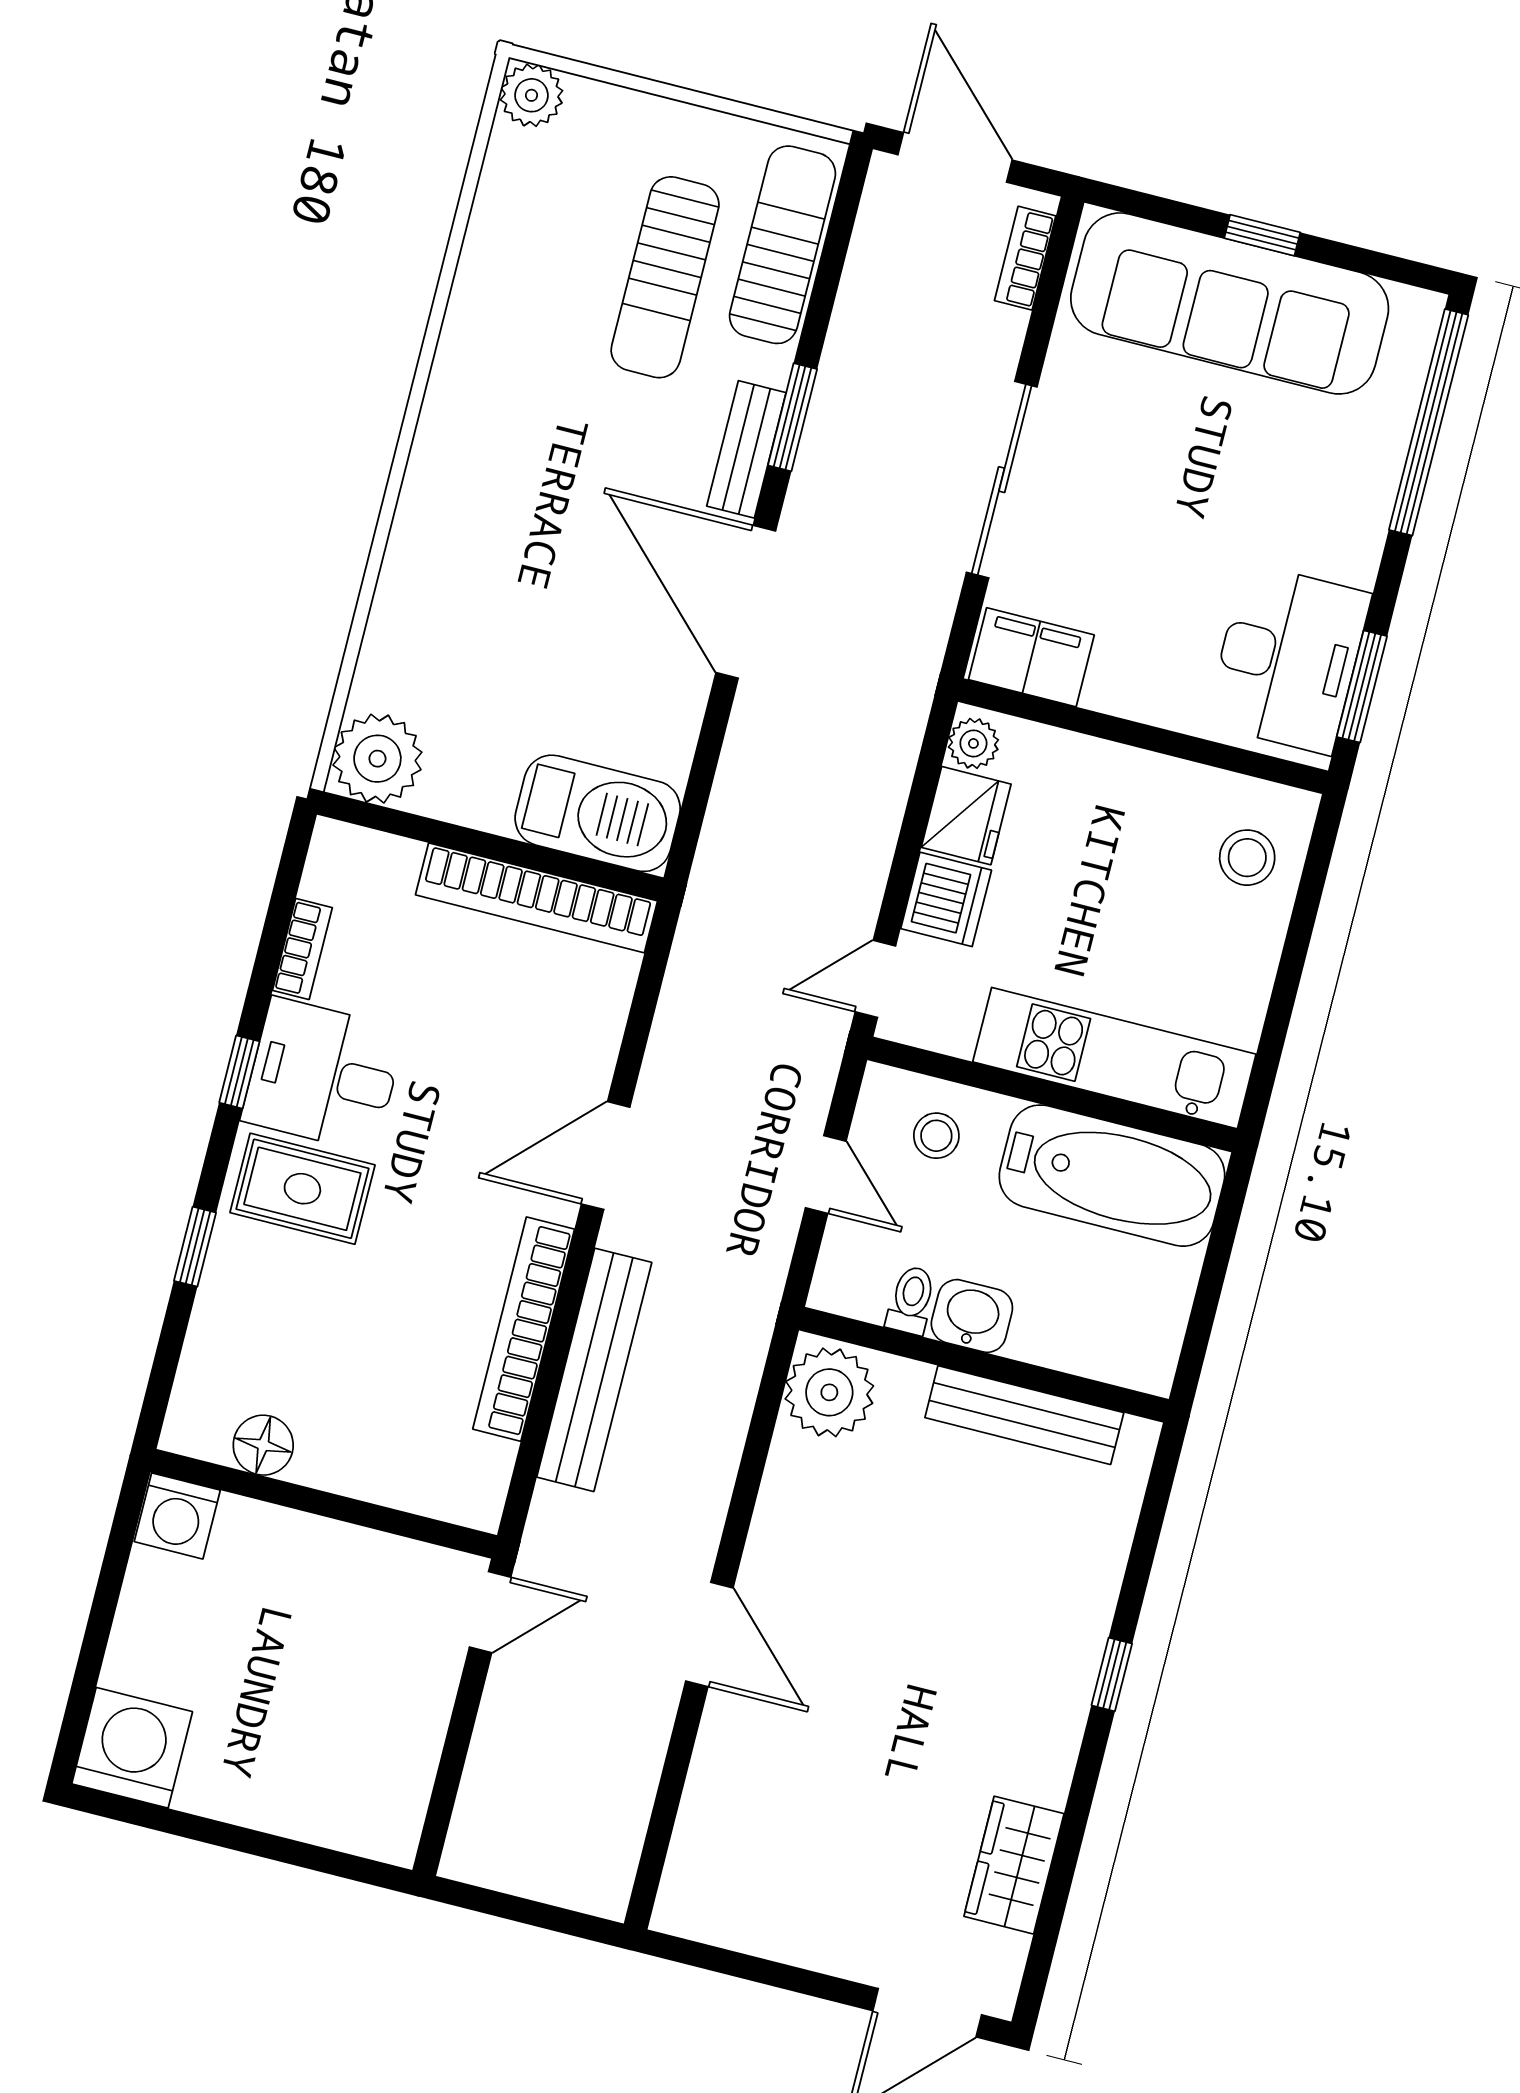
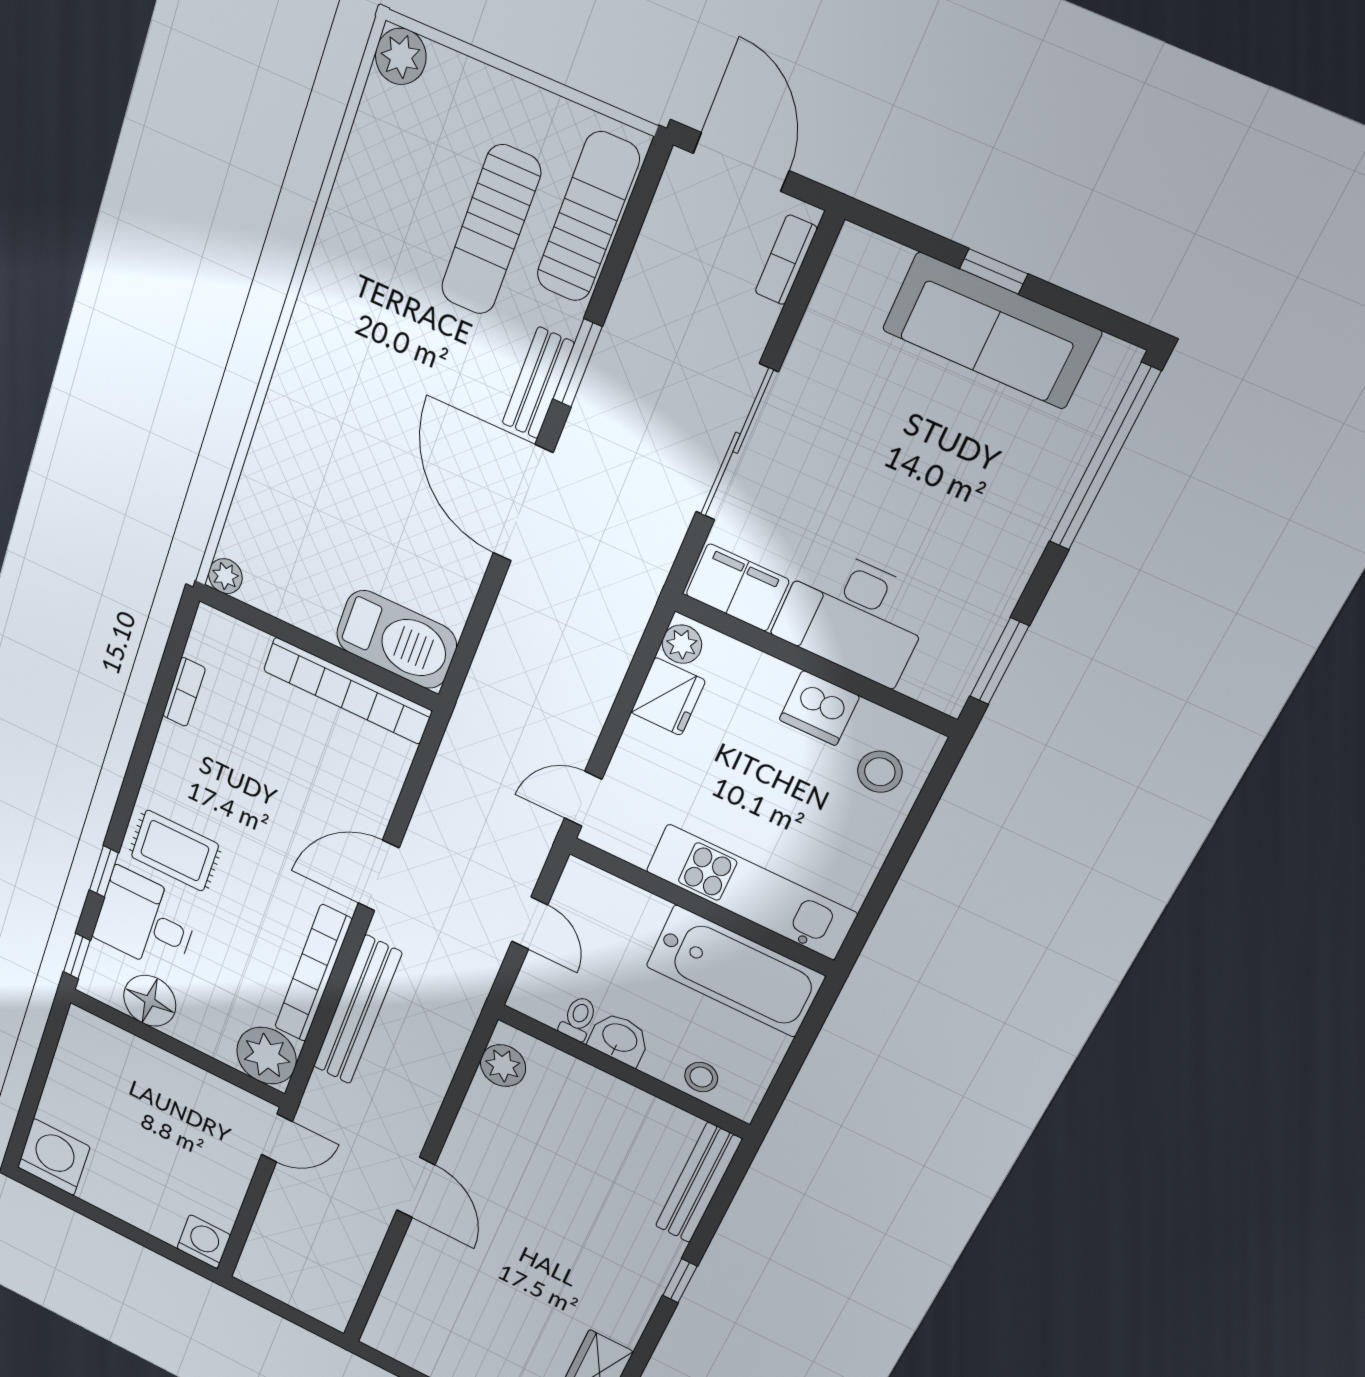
sofa: (1230, 303) -> (991, 331), width x0.74, depth x0.79
desk: (1288, 659) -> (853, 616), moved, turned 90
plant: (377, 759) -> (225, 576), width x0.53, depth x0.53
dishwasher: (946, 899) -> (819, 708), moved, turned 90
window: (239, 1072) -> (77, 956), moved
desk: (323, 1075) -> (146, 921), moved
stool: (936, 1136) -> (701, 1077), moved
plant: (829, 1392) -> (503, 1066), width x0.73, depth x0.73
bench: (1024, 1415) -> (699, 1183), moved, turned 90
floor lamp: (263, 1445) -> (150, 1001), width x1.38, depth x1.38
plant: (464, 1479) -> (266, 1056), added
washing machine: (177, 1516) -> (204, 1242), moved, turned 180

